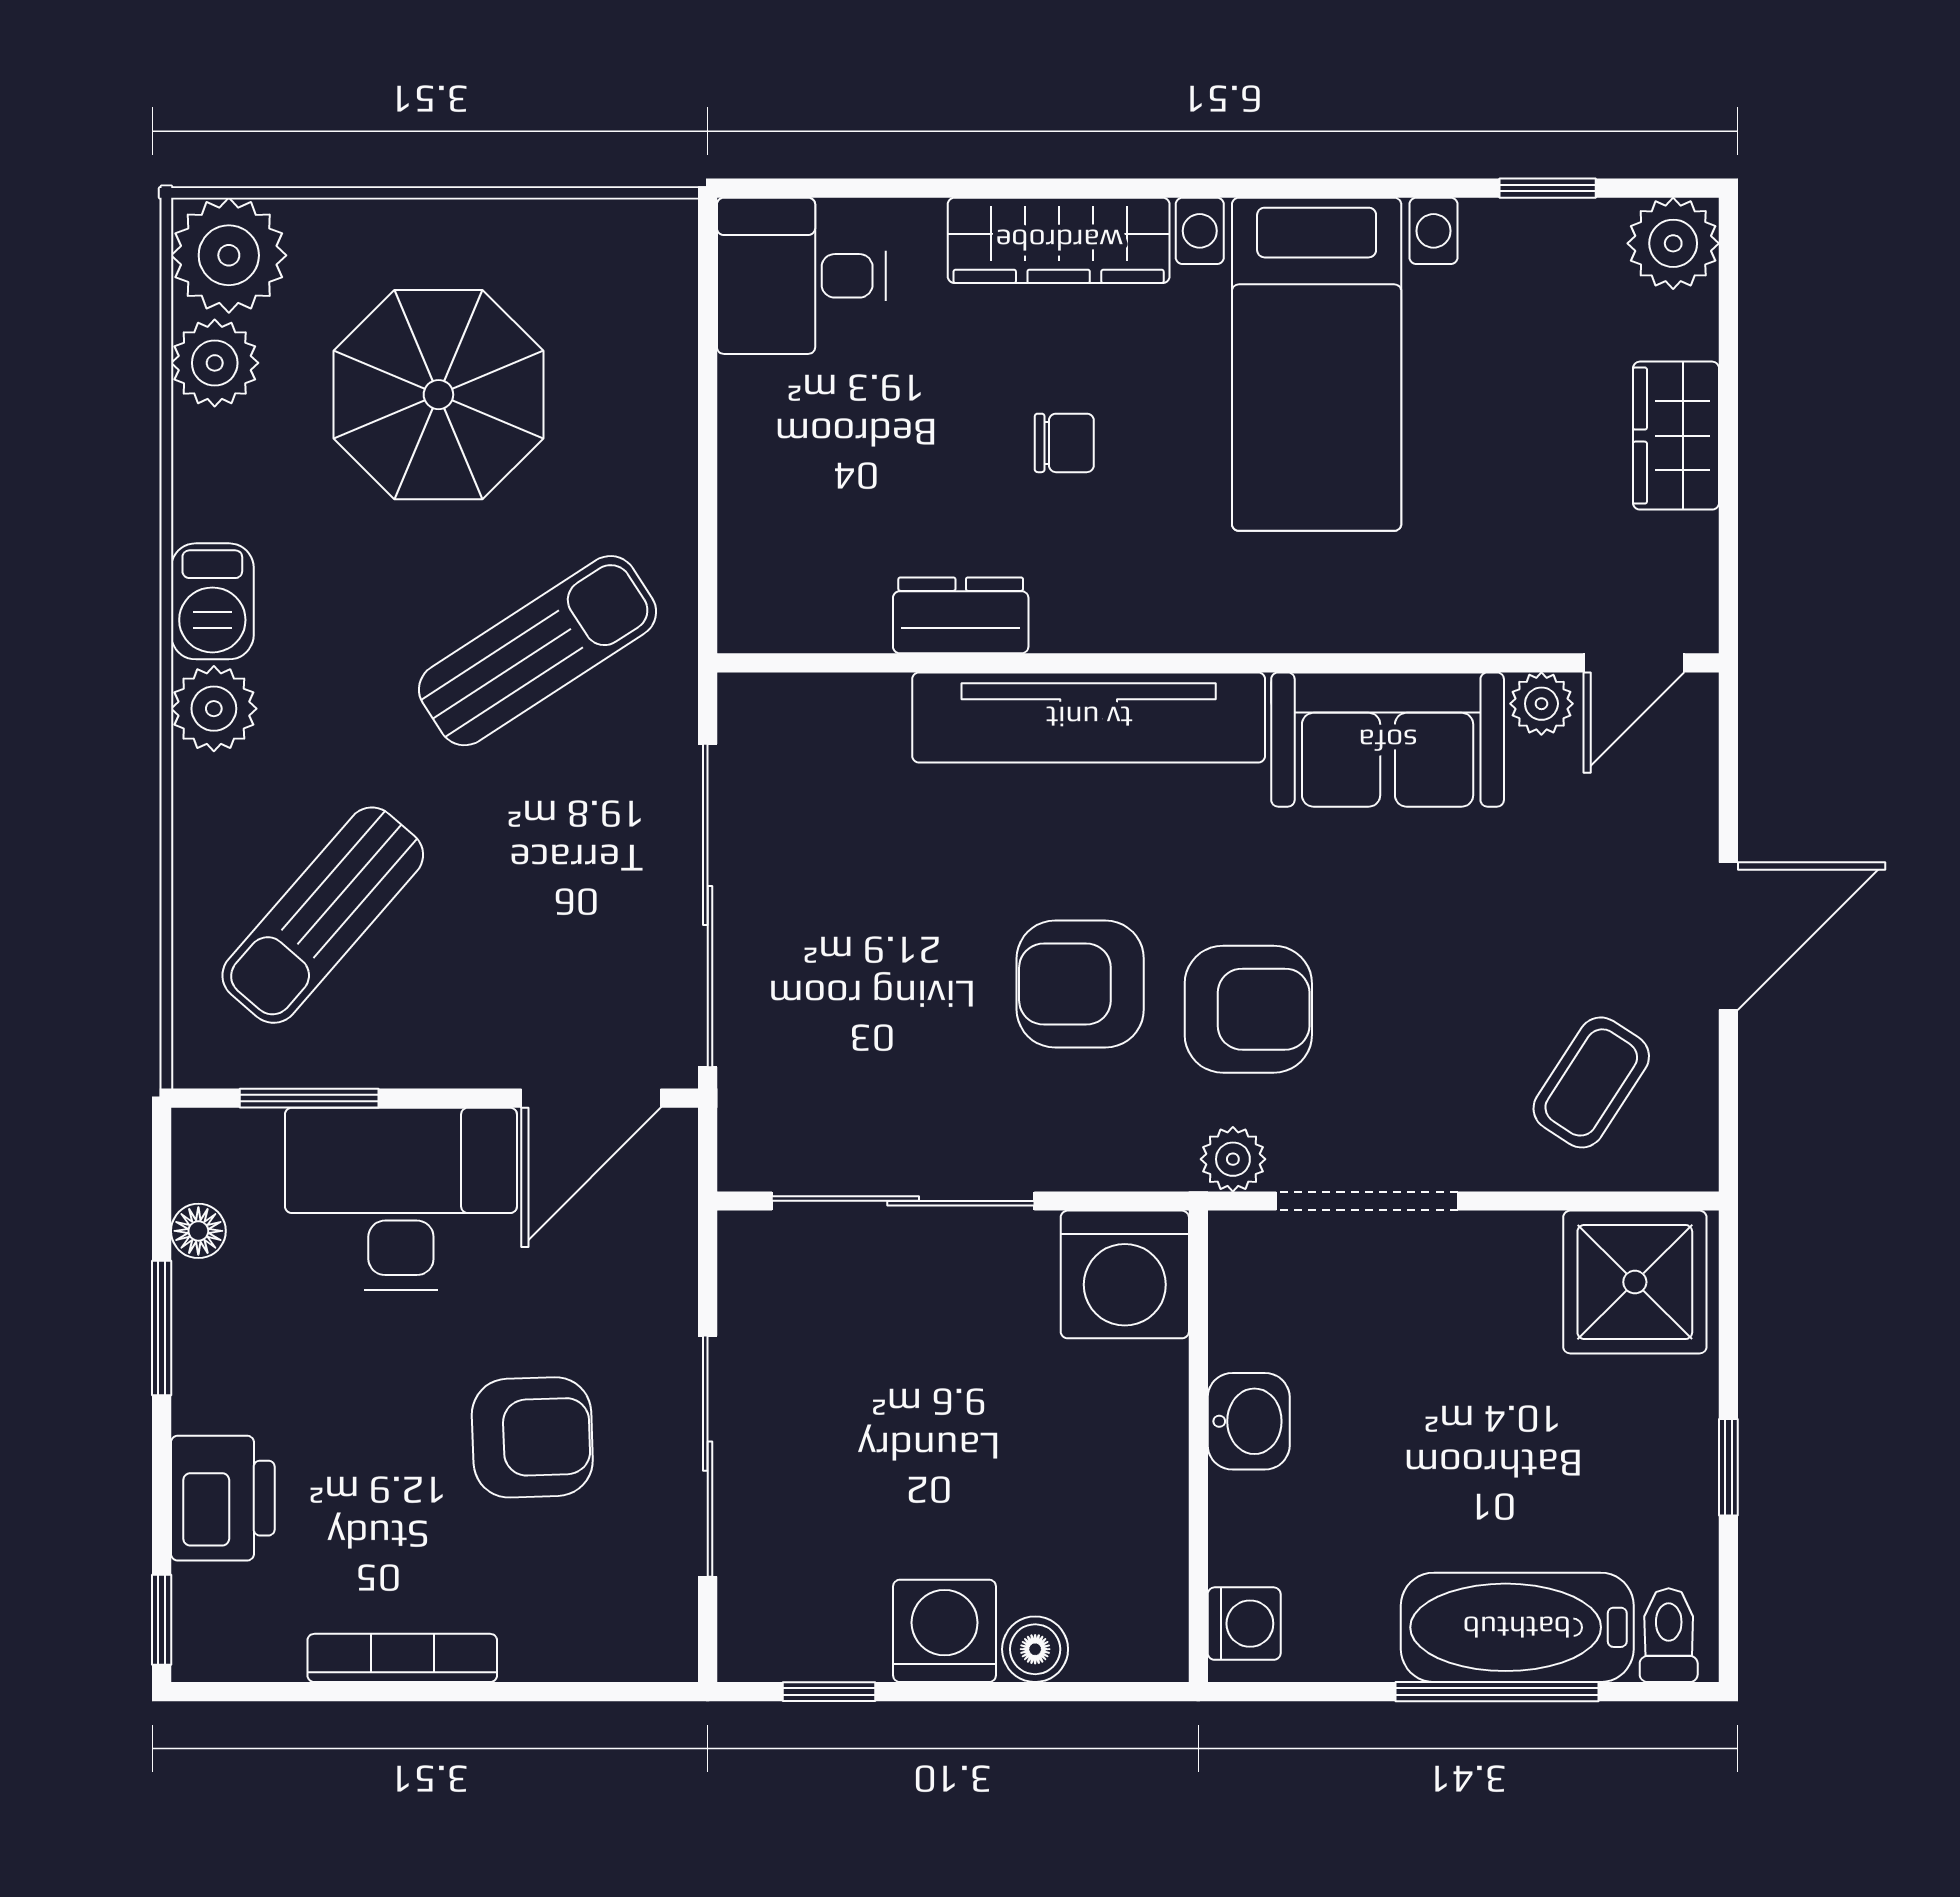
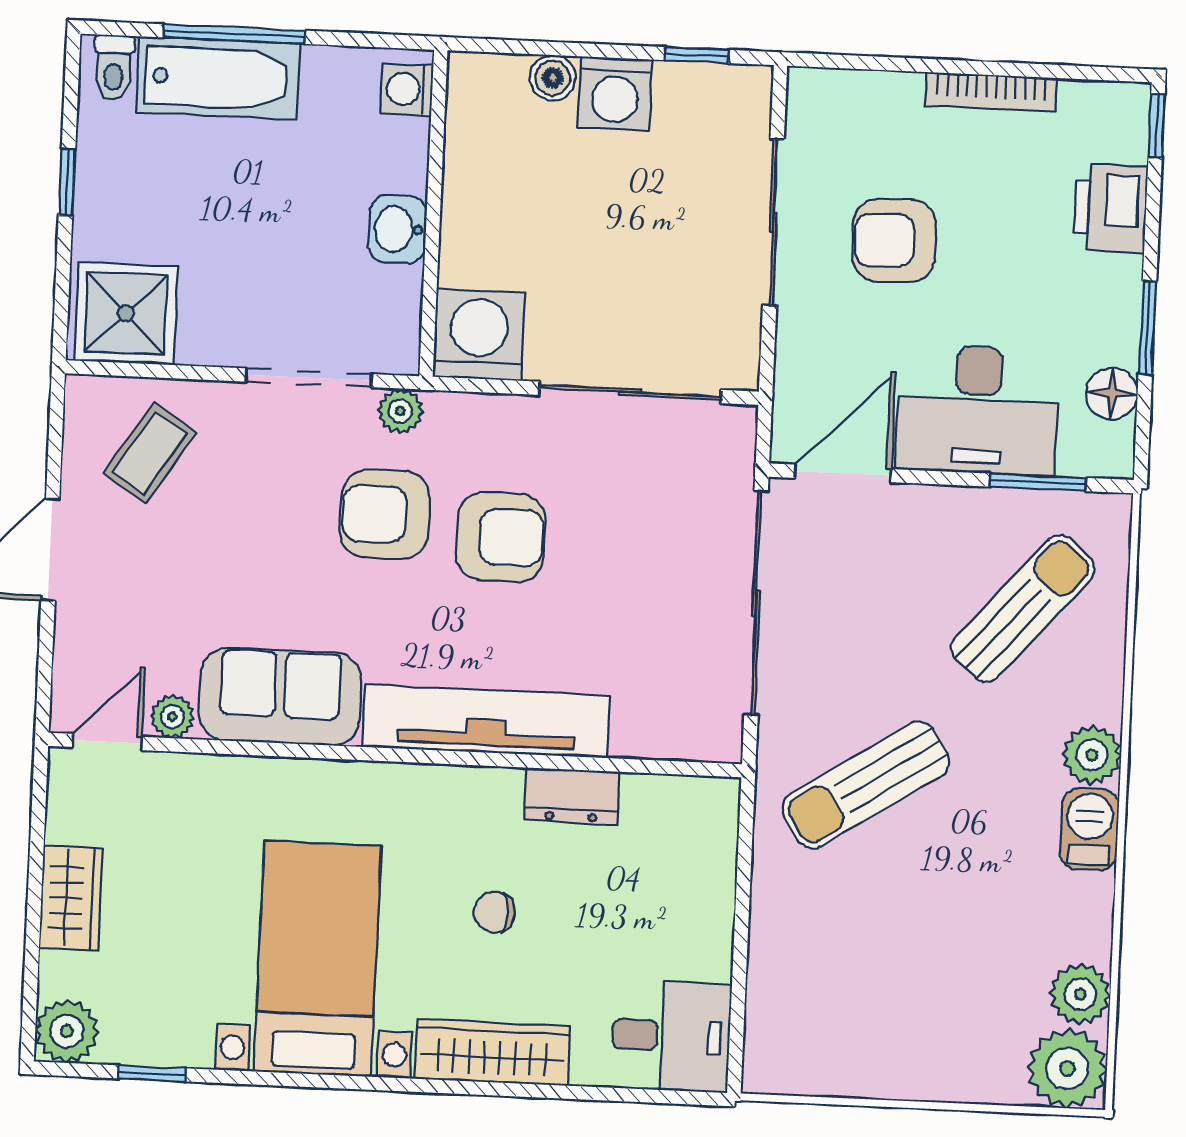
parasol: (438, 395) -> (926, 965), removed
floor lamp: (198, 1231) -> (1112, 393), width x1.37, depth x1.37

